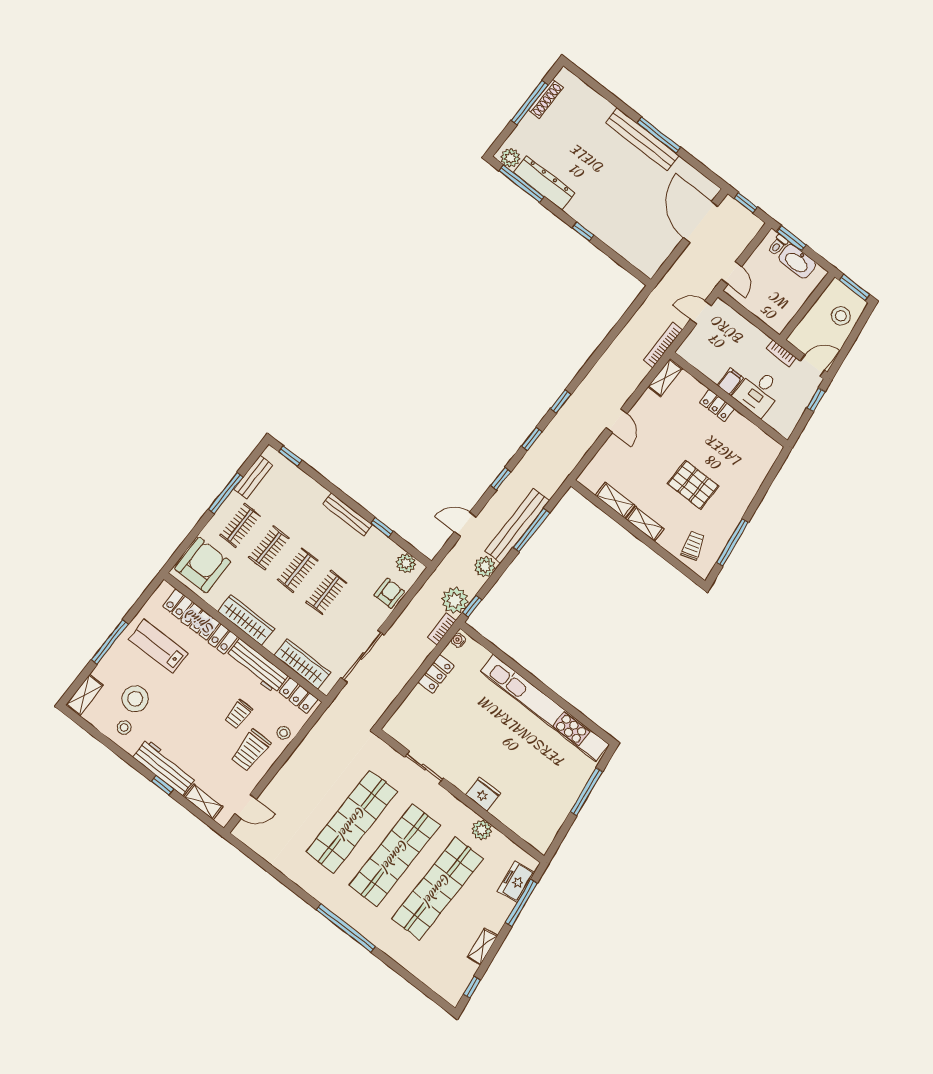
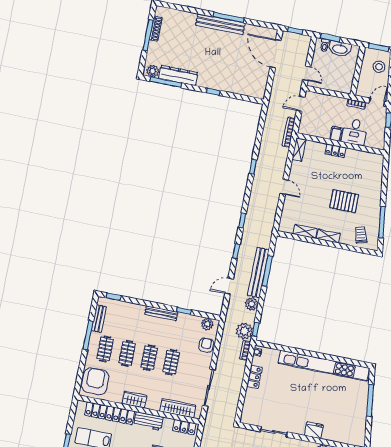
window: (561, 402) -> (253, 167), moved
wardrobe: (246, 620) -> (134, 400), width x0.67
workbench: (257, 666) -> (148, 421), width x0.73

